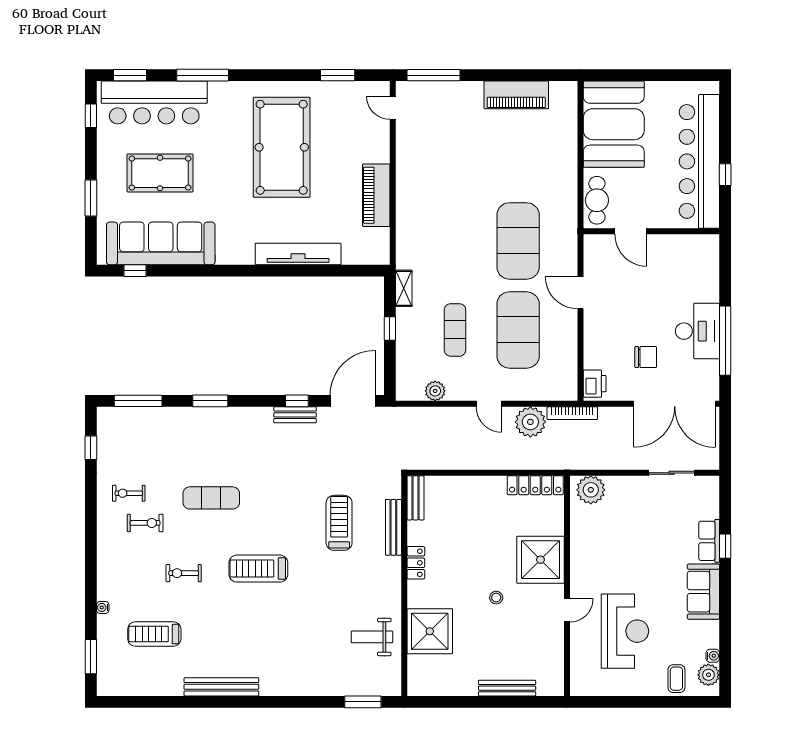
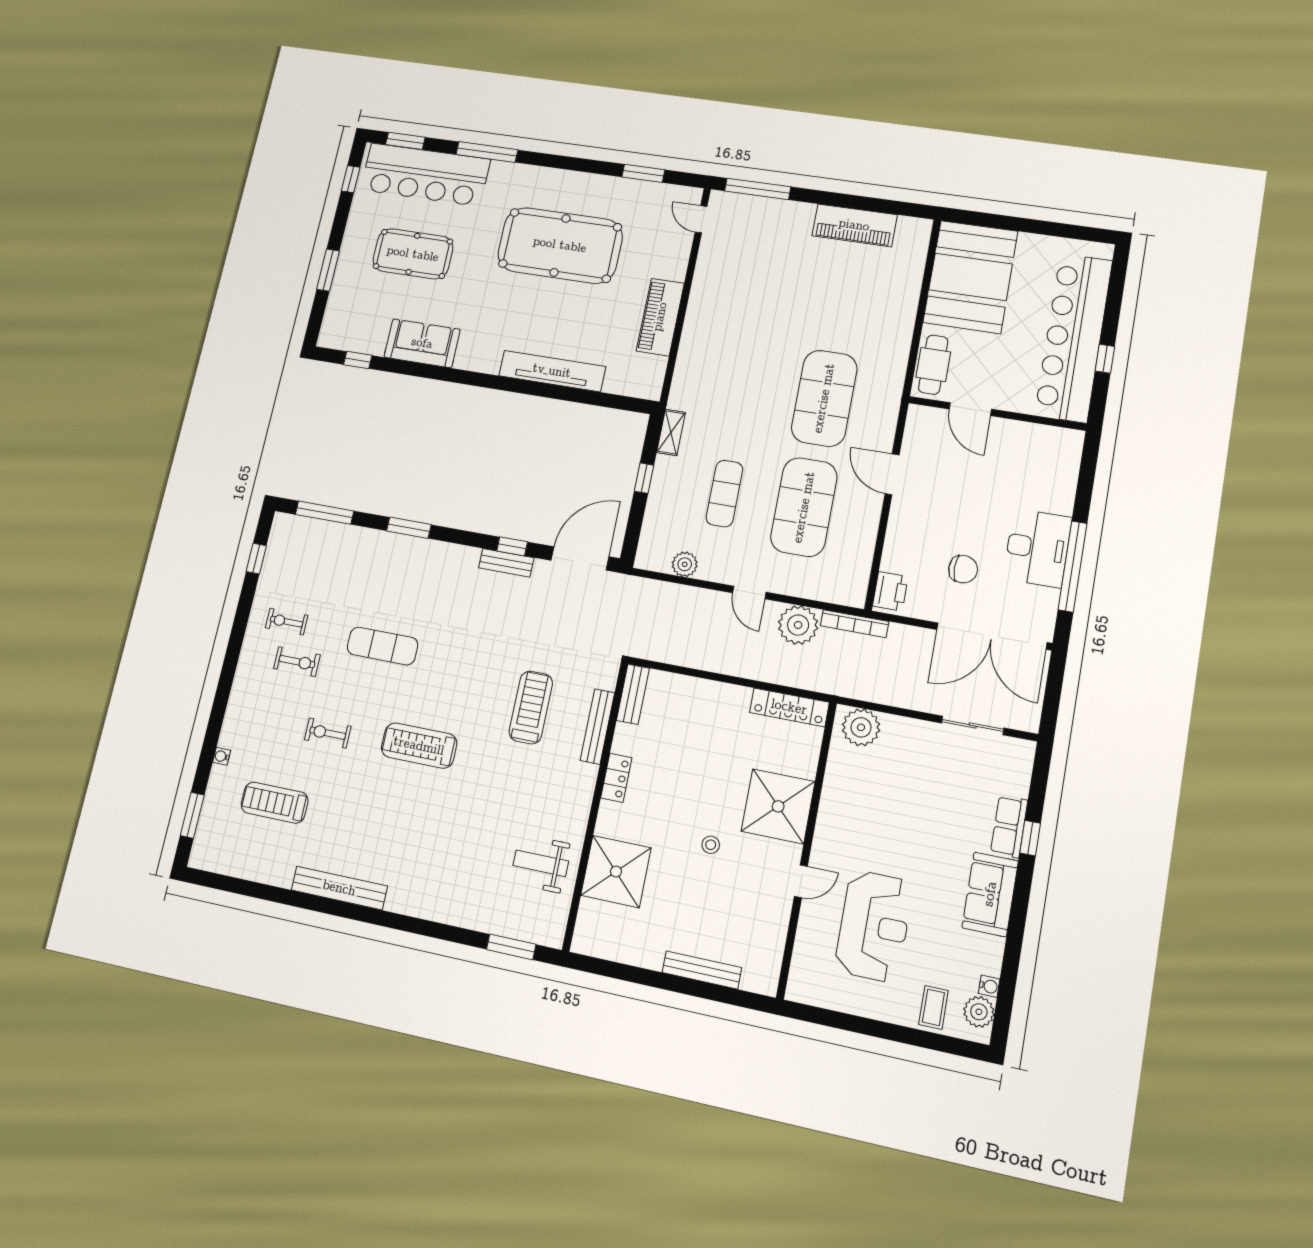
pool table: (282, 147) -> (560, 245), turned 90
sofa: (161, 243) -> (422, 343), width x0.54, depth x0.79

